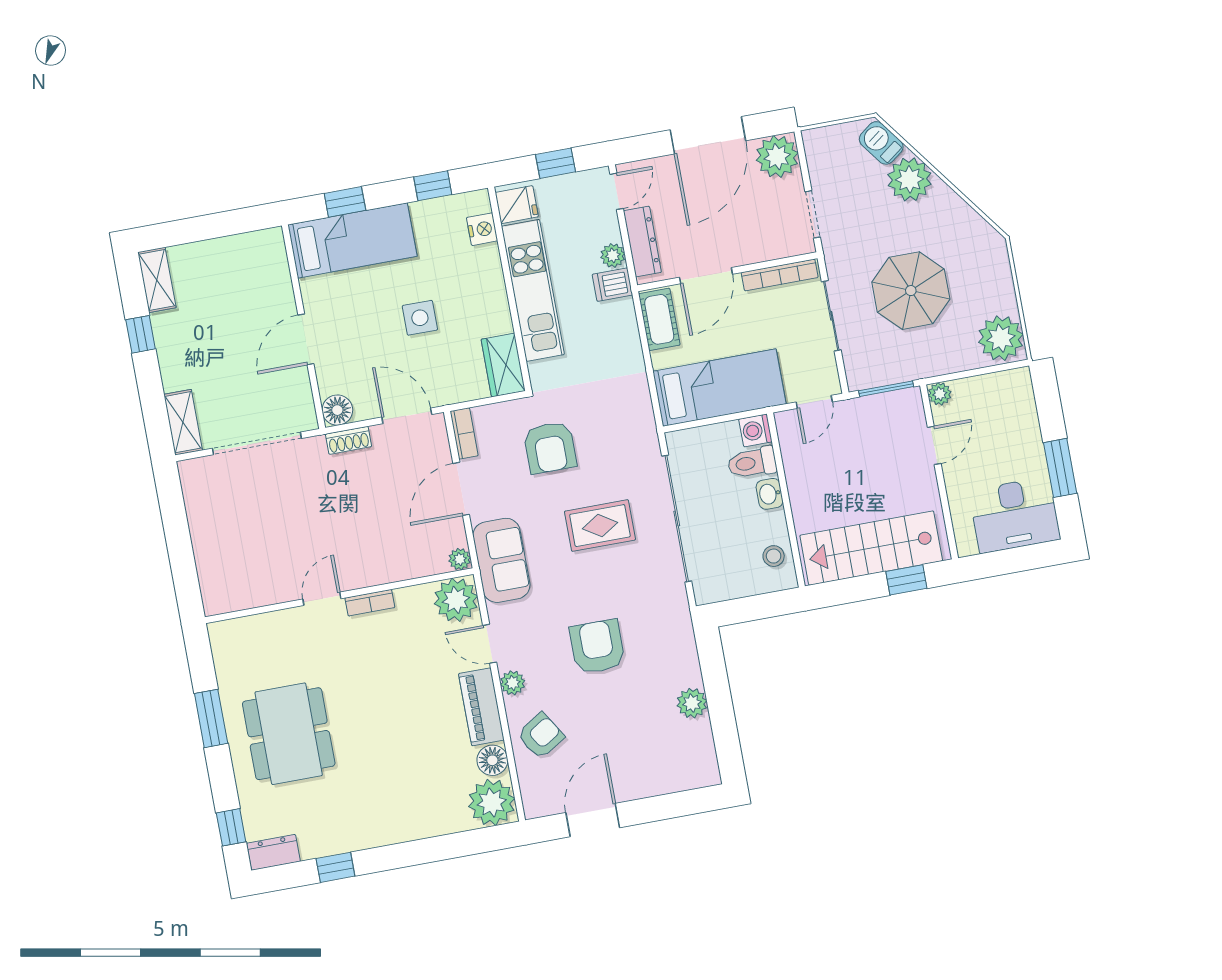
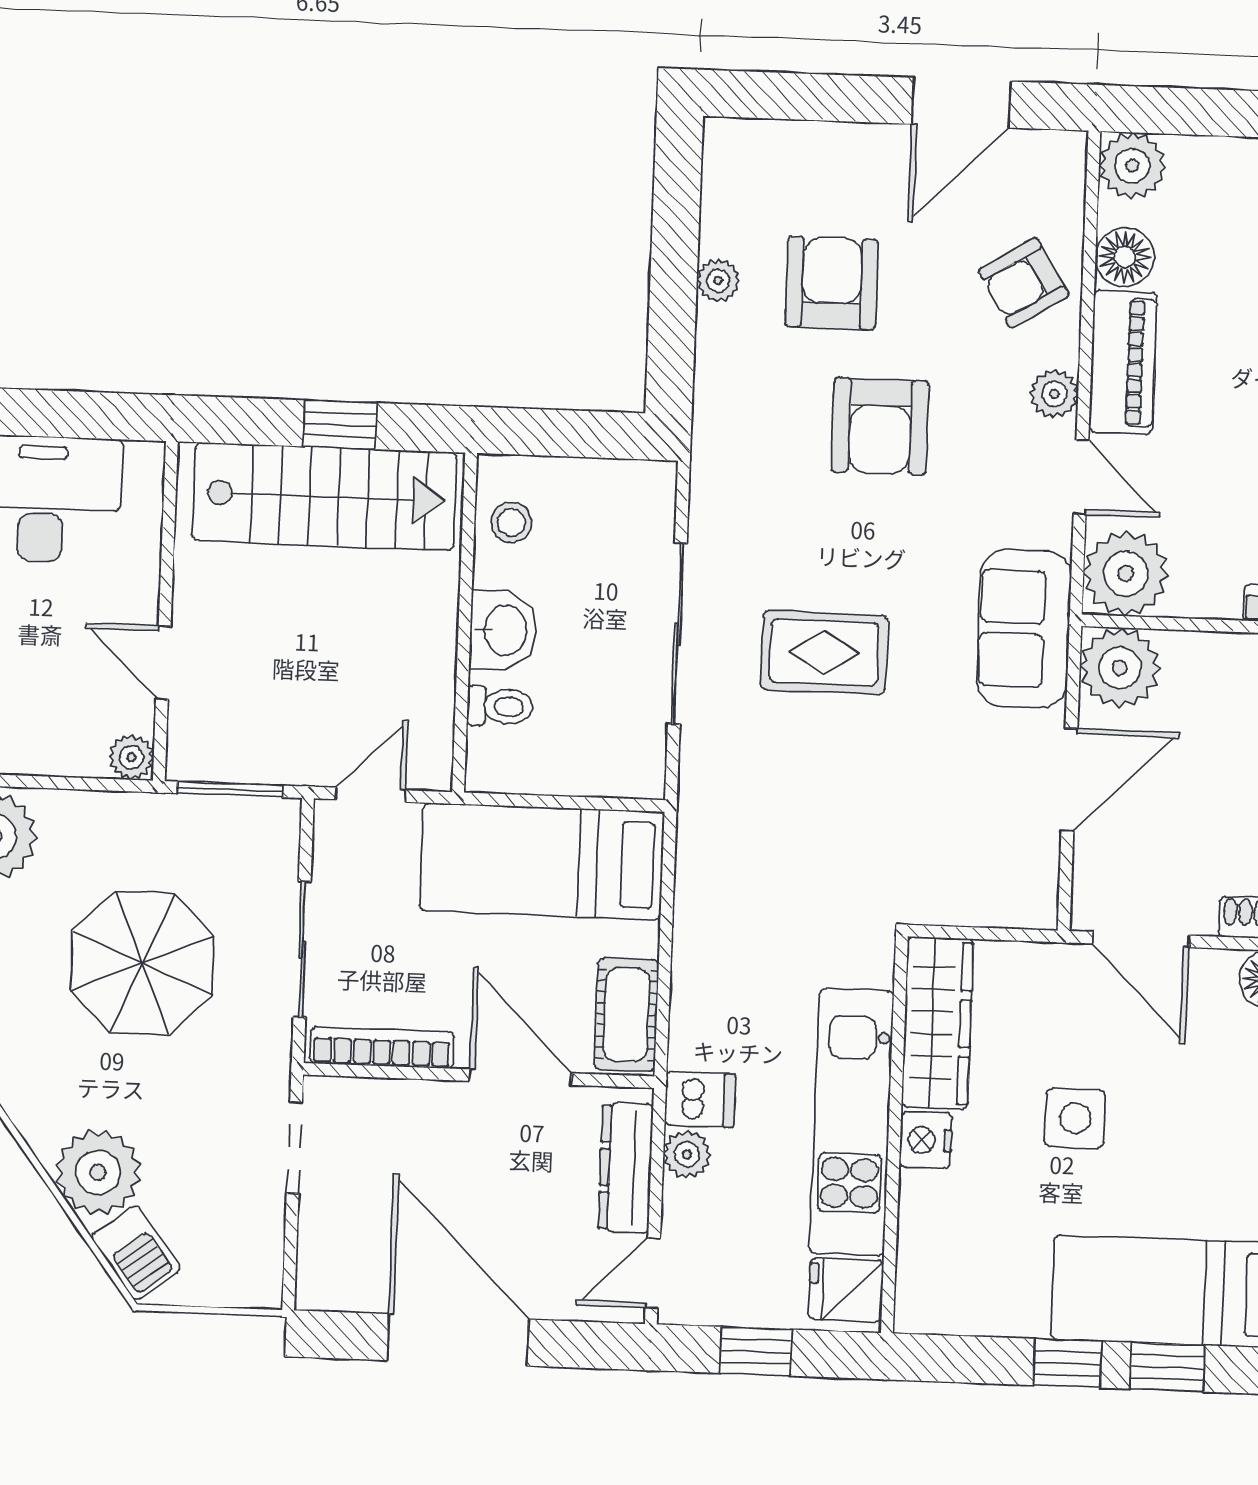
door: (708, 135) -> (458, 1340), hinge flipped
plant: (777, 157) -> (337, 1271), removed
window: (433, 186) -> (1067, 1363), moved
nightstand: (482, 229) -> (926, 1140), moved
door: (706, 276) -> (521, 1077), hinge flipped
wardrobe: (503, 365) -> (937, 1023), width x1.50
washing machine: (755, 430) -> (492, 766), removed
bookcase: (464, 433) -> (1041, 883), removed
door: (934, 445) -> (163, 663), hinge flipped
armchair: (550, 447) -> (832, 283), moved
toilet: (752, 463) -> (500, 706), width x0.73, depth x0.72
washbasin: (770, 494) -> (503, 630), width x1.38, depth x1.45
sliding door: (677, 518) -> (677, 634), width x0.73
plant: (460, 559) -> (1120, 668), width x1.88, depth x1.88
window: (906, 580) -> (340, 425), moved
plant: (692, 703) -> (718, 280), width x0.73, depth x0.73
plant: (492, 802) -> (1132, 166), width x0.73, depth x0.73

